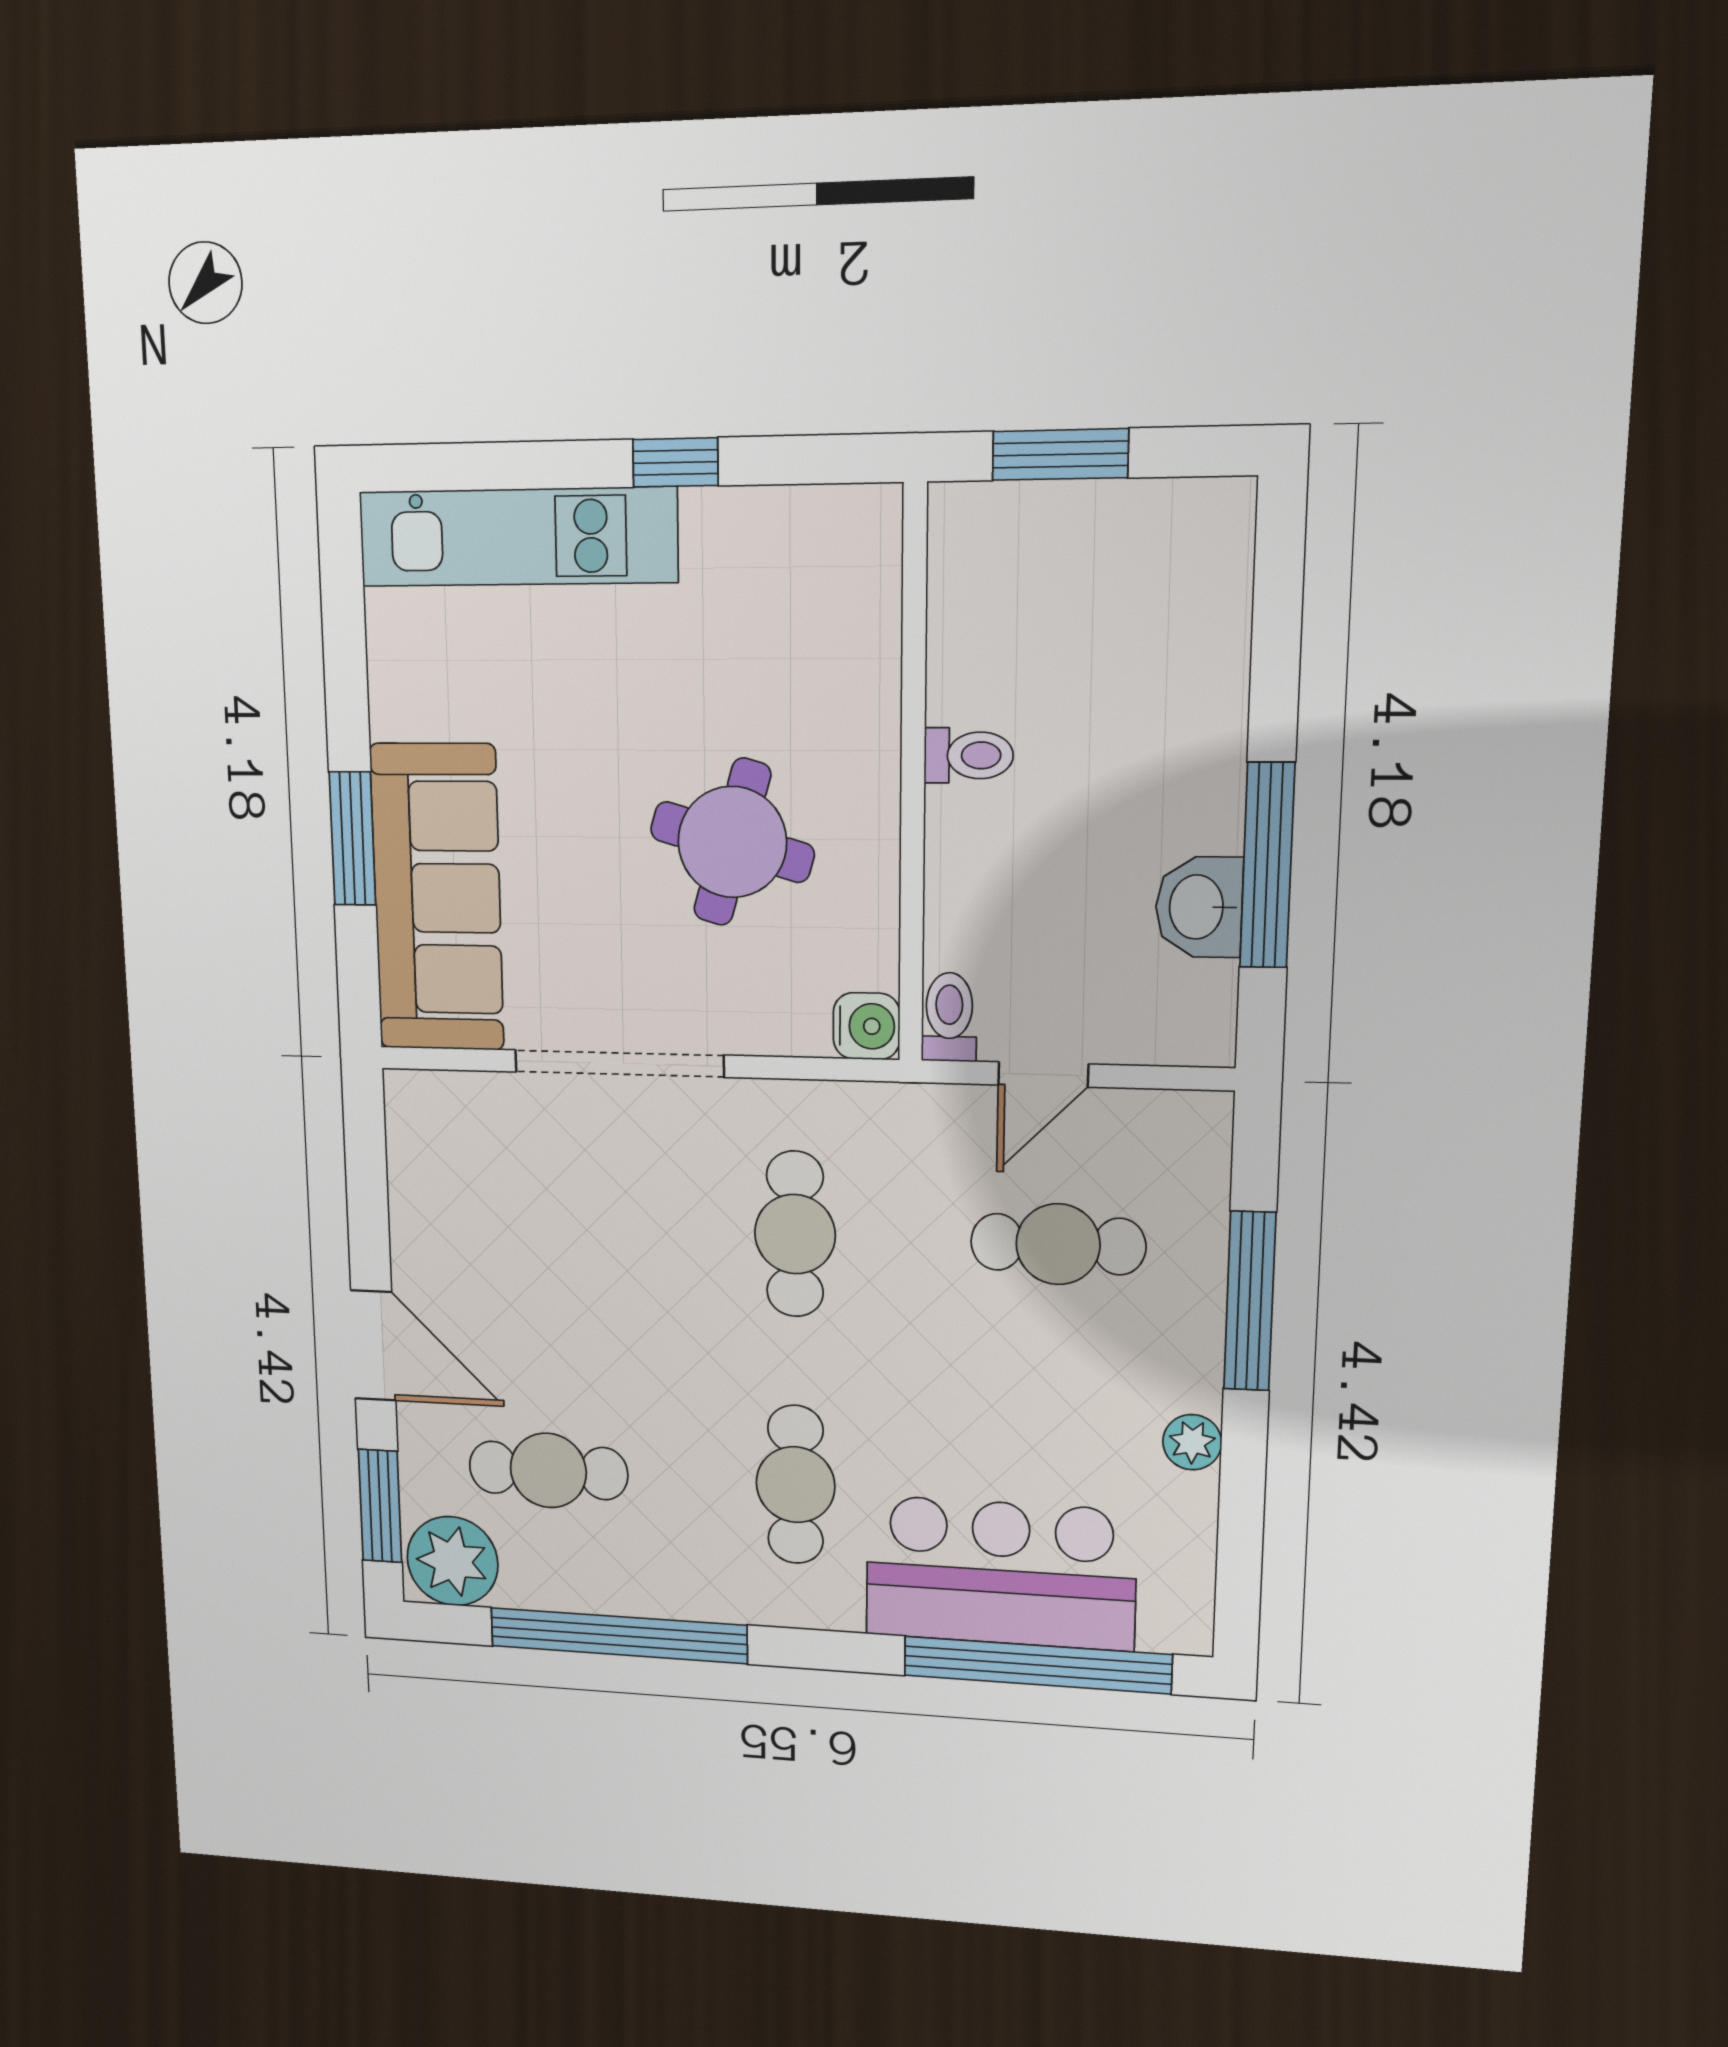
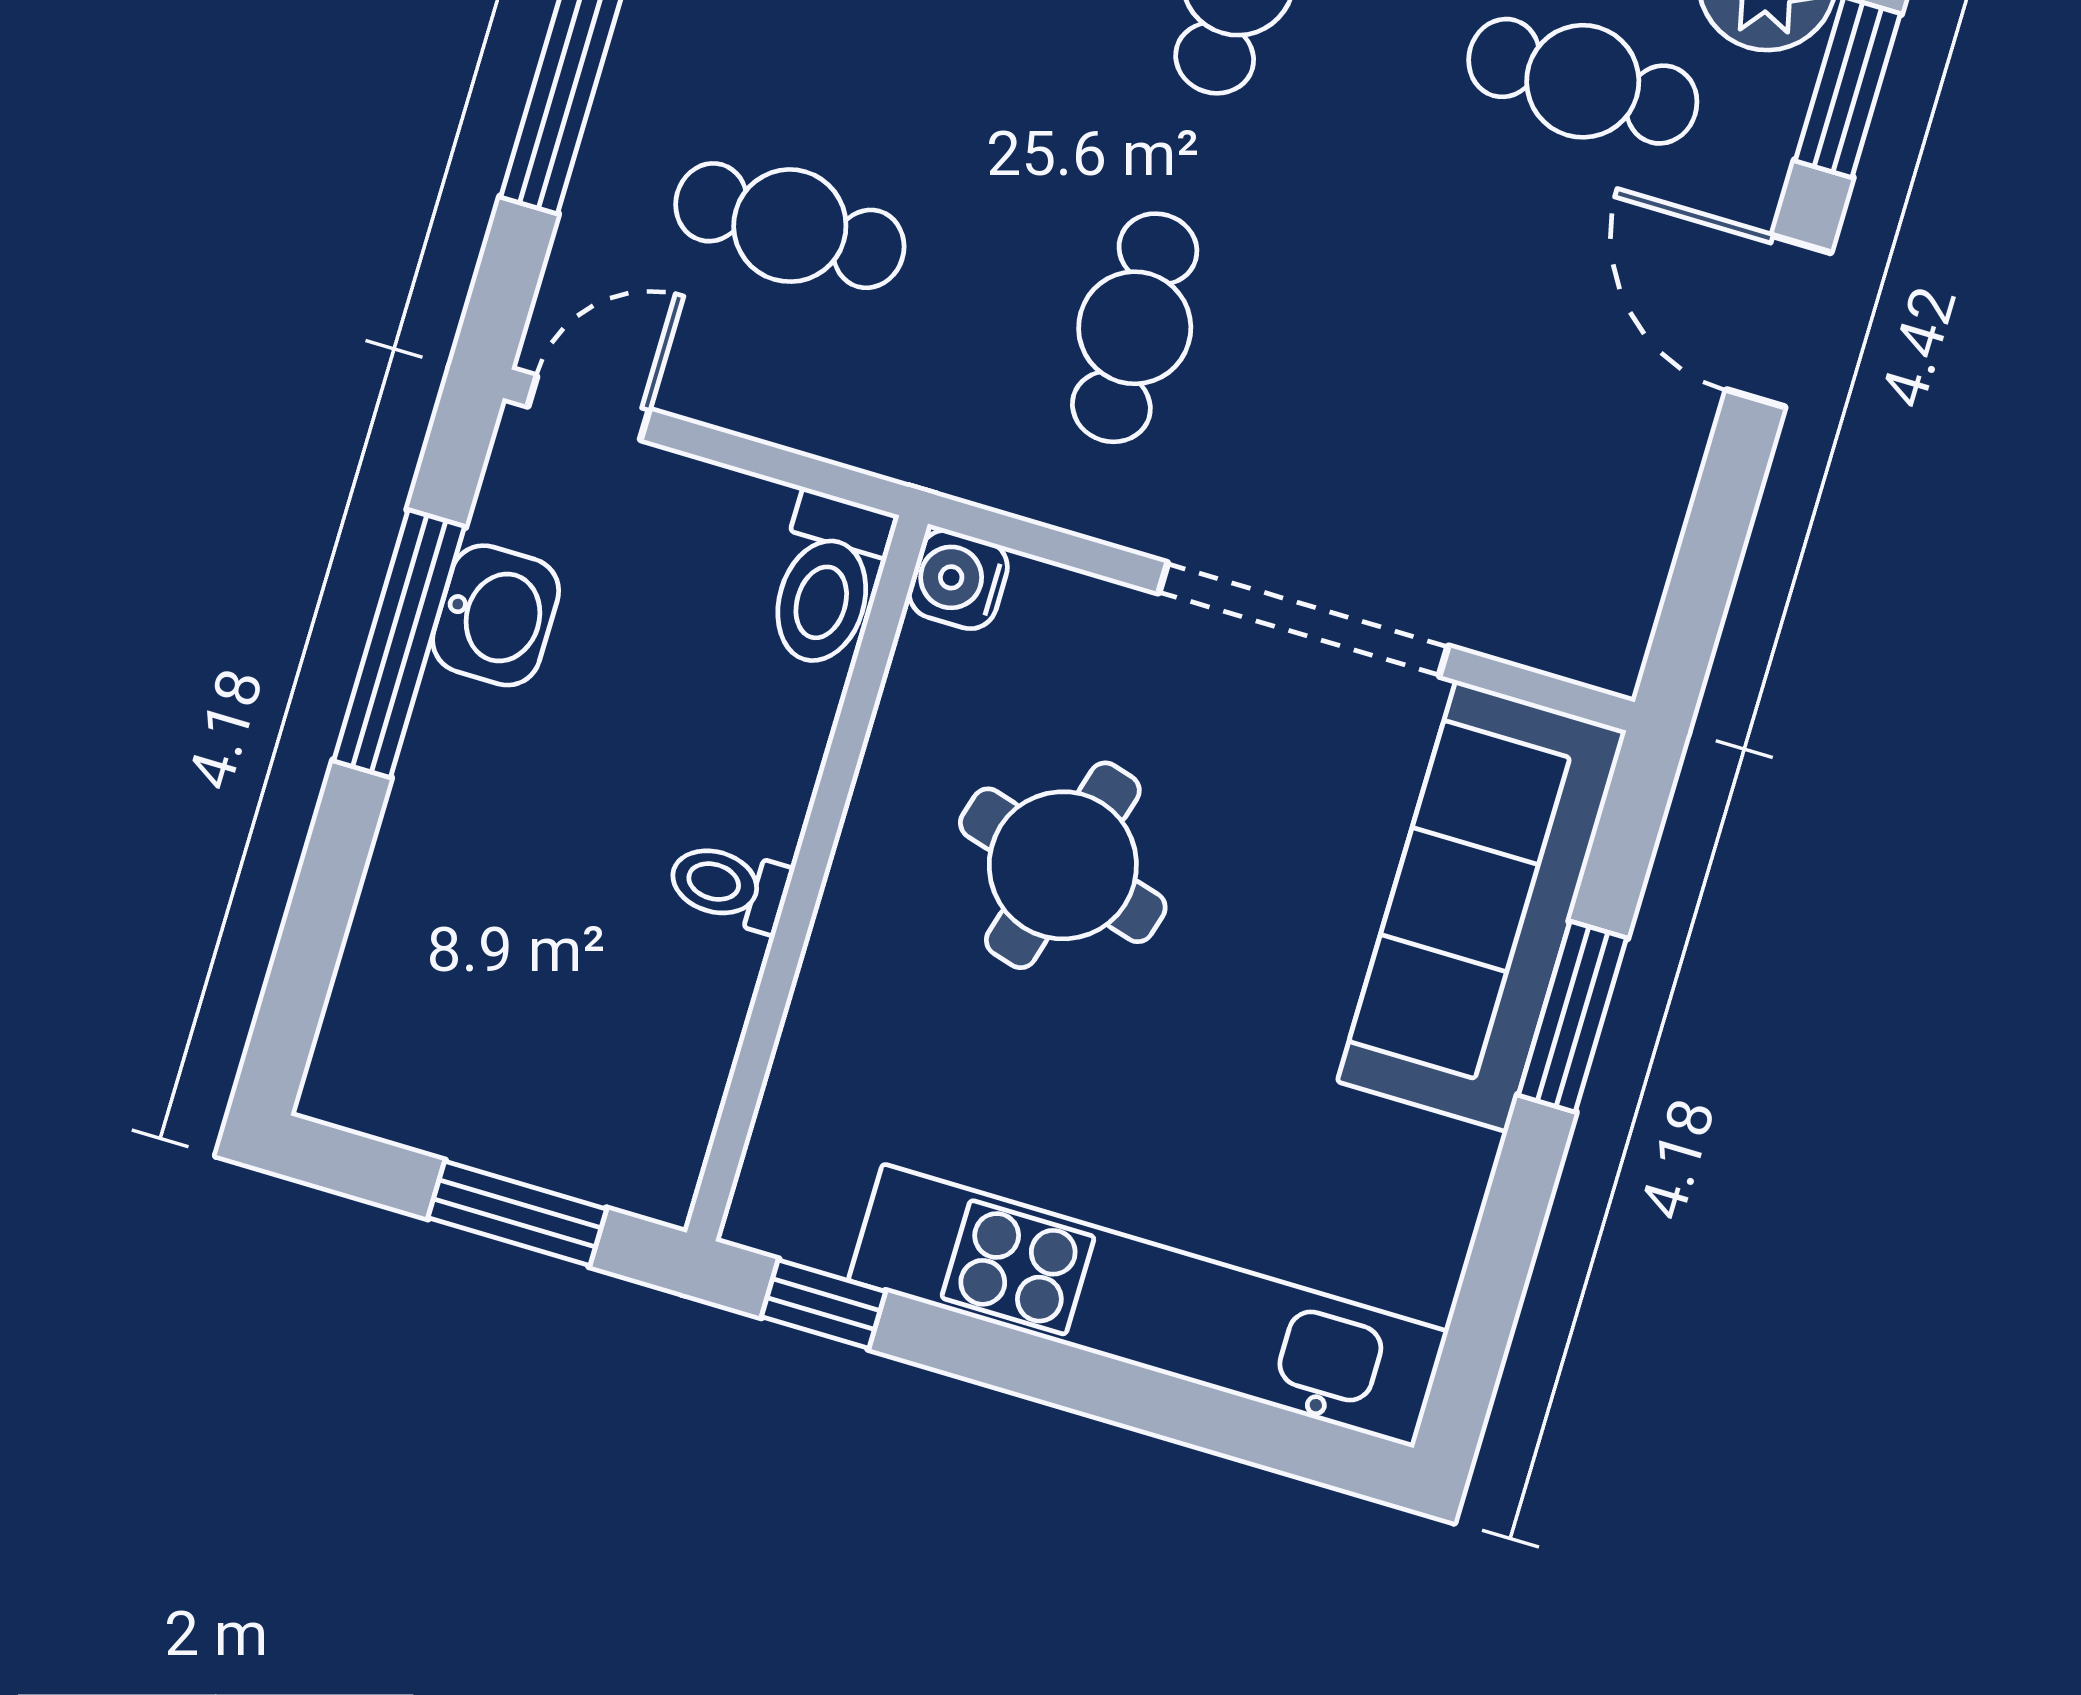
window: (675, 462) -> (823, 1304), moved
kitchen unit: (518, 537) -> (1148, 1306), width x1.36
toilet: (949, 1017) -> (828, 580), width x1.37, depth x1.39
door: (1043, 1075) -> (589, 408), moved

